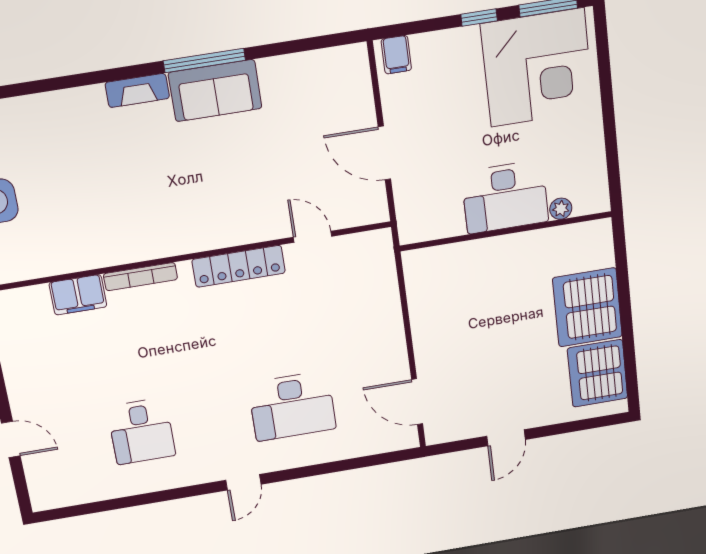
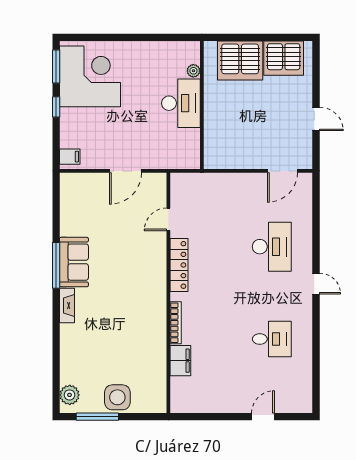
desk: (505, 197) -> (181, 103), moved
plant: (561, 209) -> (193, 71), moved
wall: (506, 231) -> (202, 105), moved

